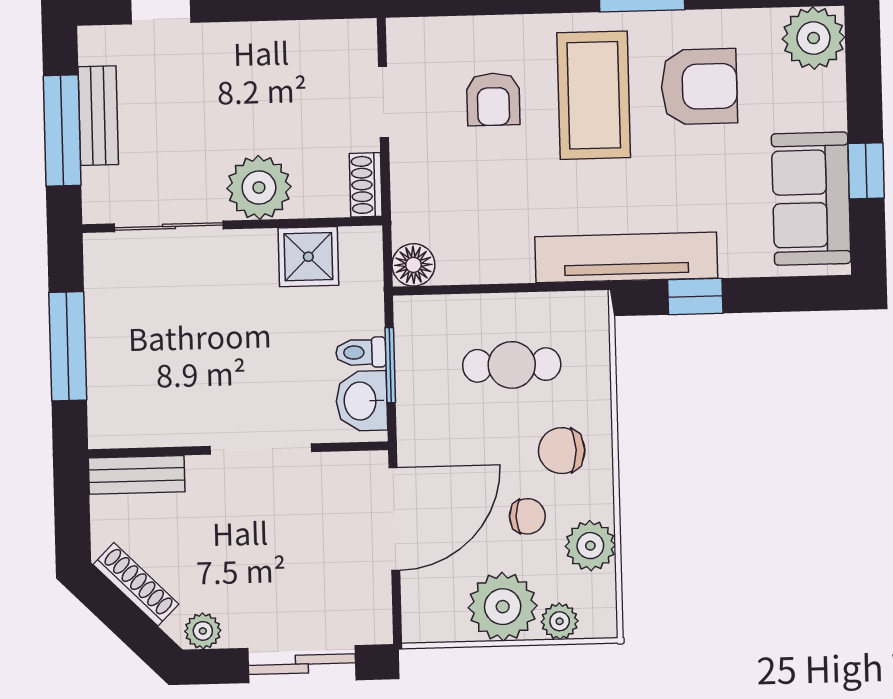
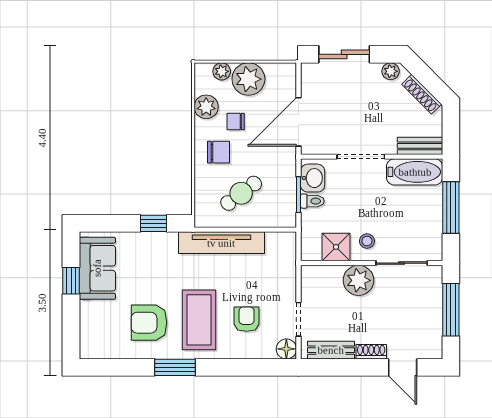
plant: (814, 38) -> (94, 344), removed
bench: (98, 116) -> (331, 350), moved, turned 90
shoe rack: (366, 185) -> (371, 352), moved, turned -90
tv unit: (626, 257) -> (221, 243), moved
floor lamp: (413, 265) -> (286, 349), moved
stool: (243, 271) -> (367, 241), added
cafe table: (512, 365) -> (241, 193), turned -37
bathtub: (147, 420) -> (415, 172), added

